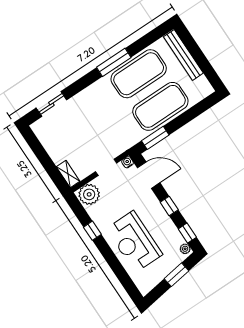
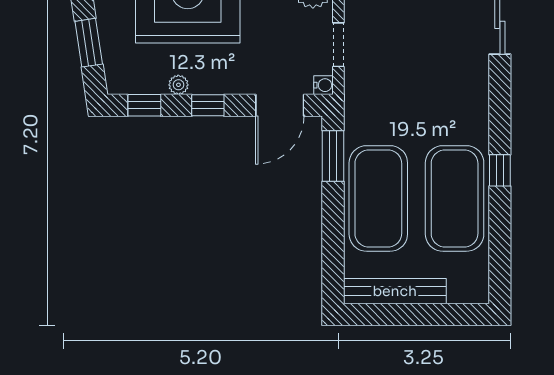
bench: (183, 55) -> (395, 291), moved
window: (114, 62) -> (500, 170), width x0.46
plant: (185, 249) -> (178, 85), moved

